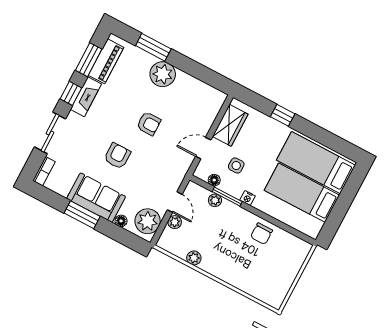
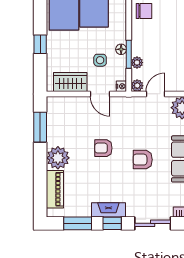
window: (153, 47) -> (40, 127), moved
piano: (106, 61) -> (55, 189), moved, turned 90
armchair: (149, 124) -> (103, 148), turned -90
floor lamp: (214, 180) -> (121, 49), moved
nightstand: (248, 198) -> (121, 86), moved
plant: (175, 222) -> (137, 86), moved

